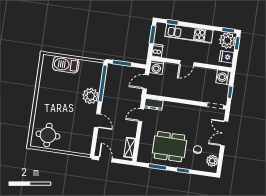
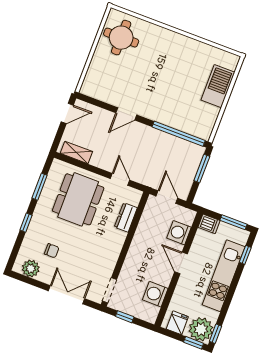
washing machine: (156, 67) -> (179, 233), moved
washing machine: (223, 77) -> (155, 294), moved, turned -90
plant: (91, 96) -> (164, 112), removed
dresser: (154, 104) -> (126, 217), moved
dining table: (169, 147) -> (78, 199), moved

